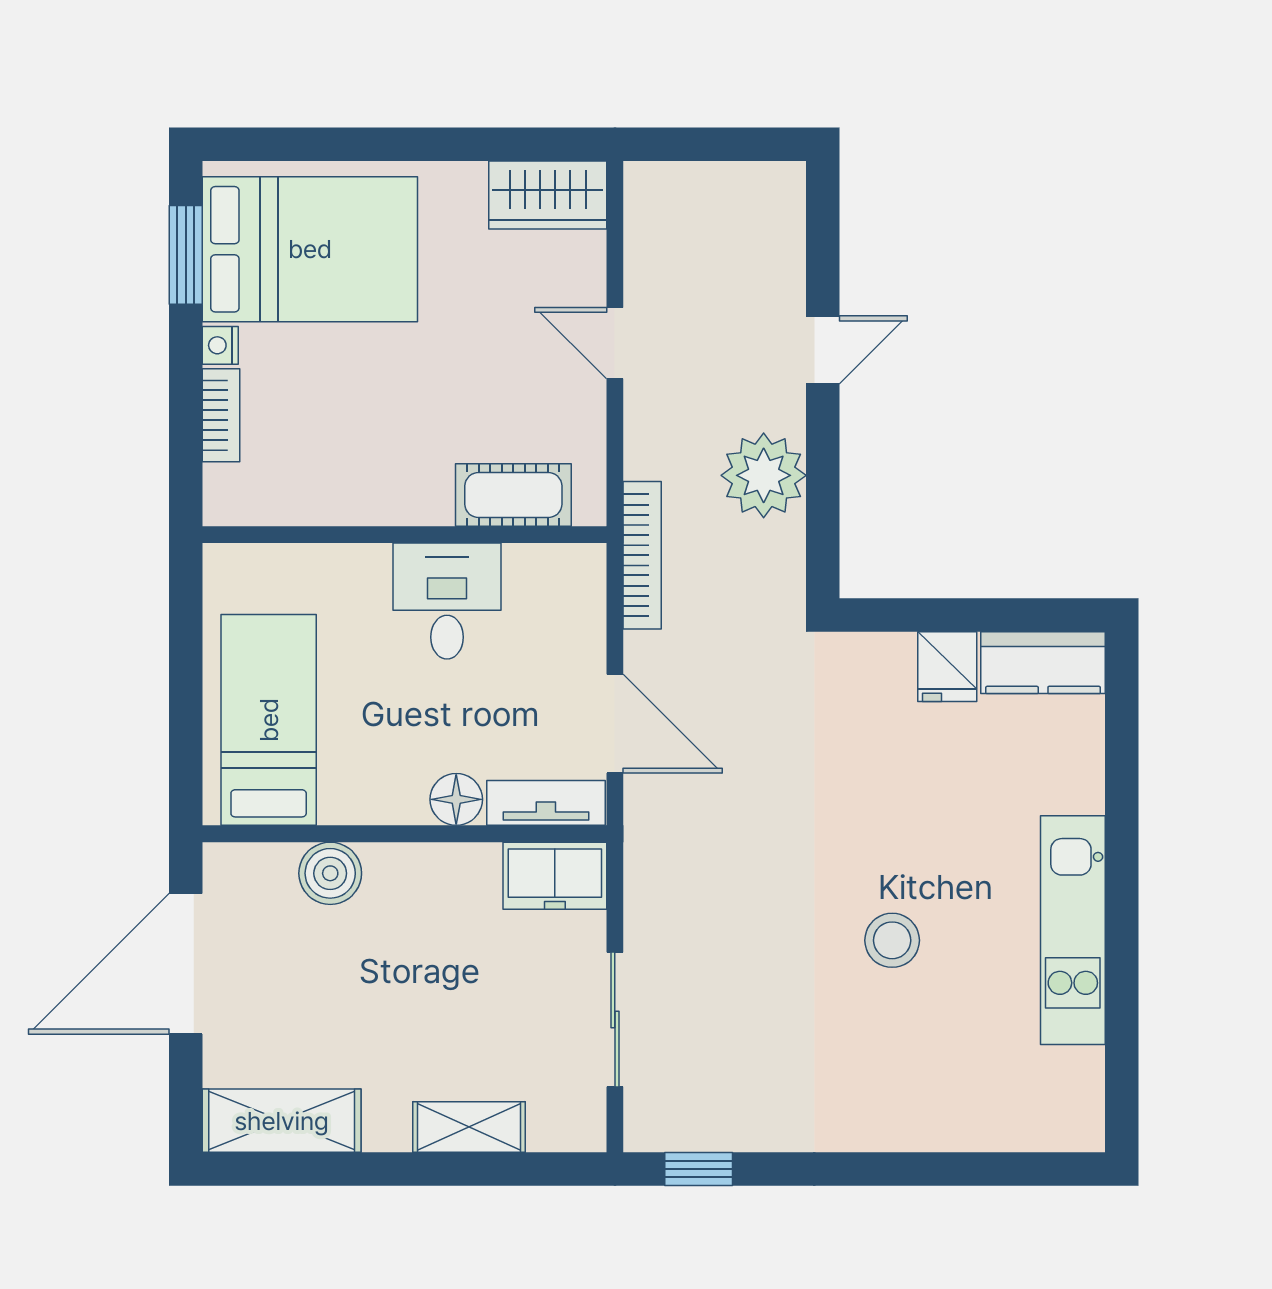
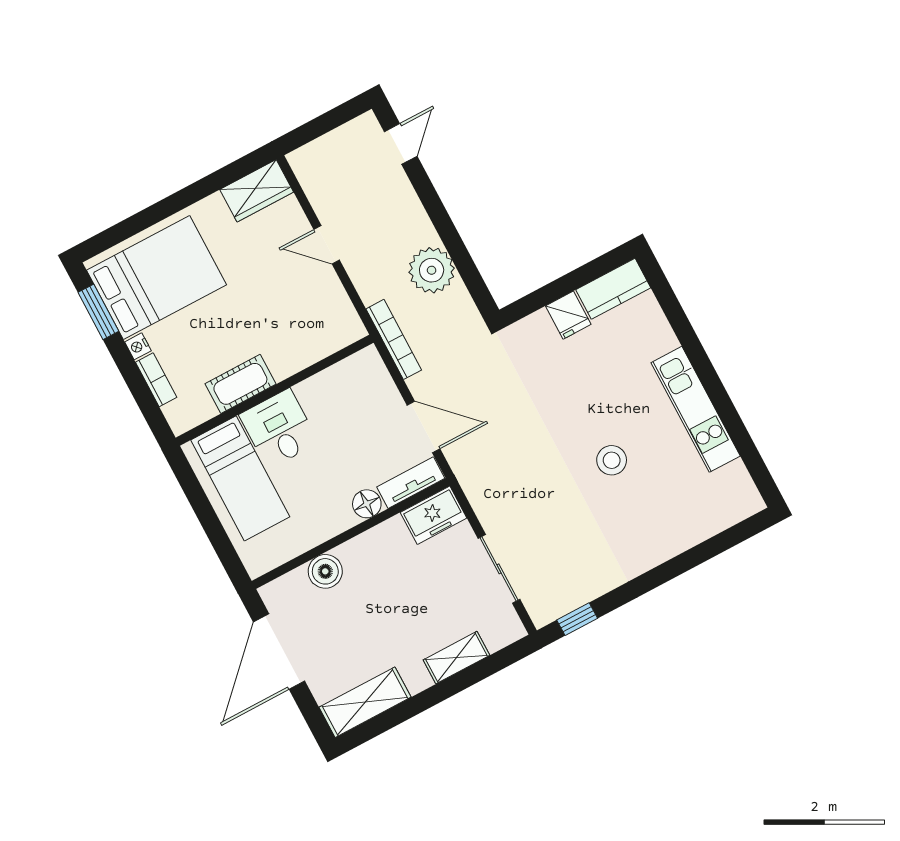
door: (823, 350) -> (401, 144), moved
cot: (513, 495) -> (240, 384), moved
desk: (447, 601) -> (279, 429), moved
bed: (269, 720) -> (240, 478), moved, turned 180

